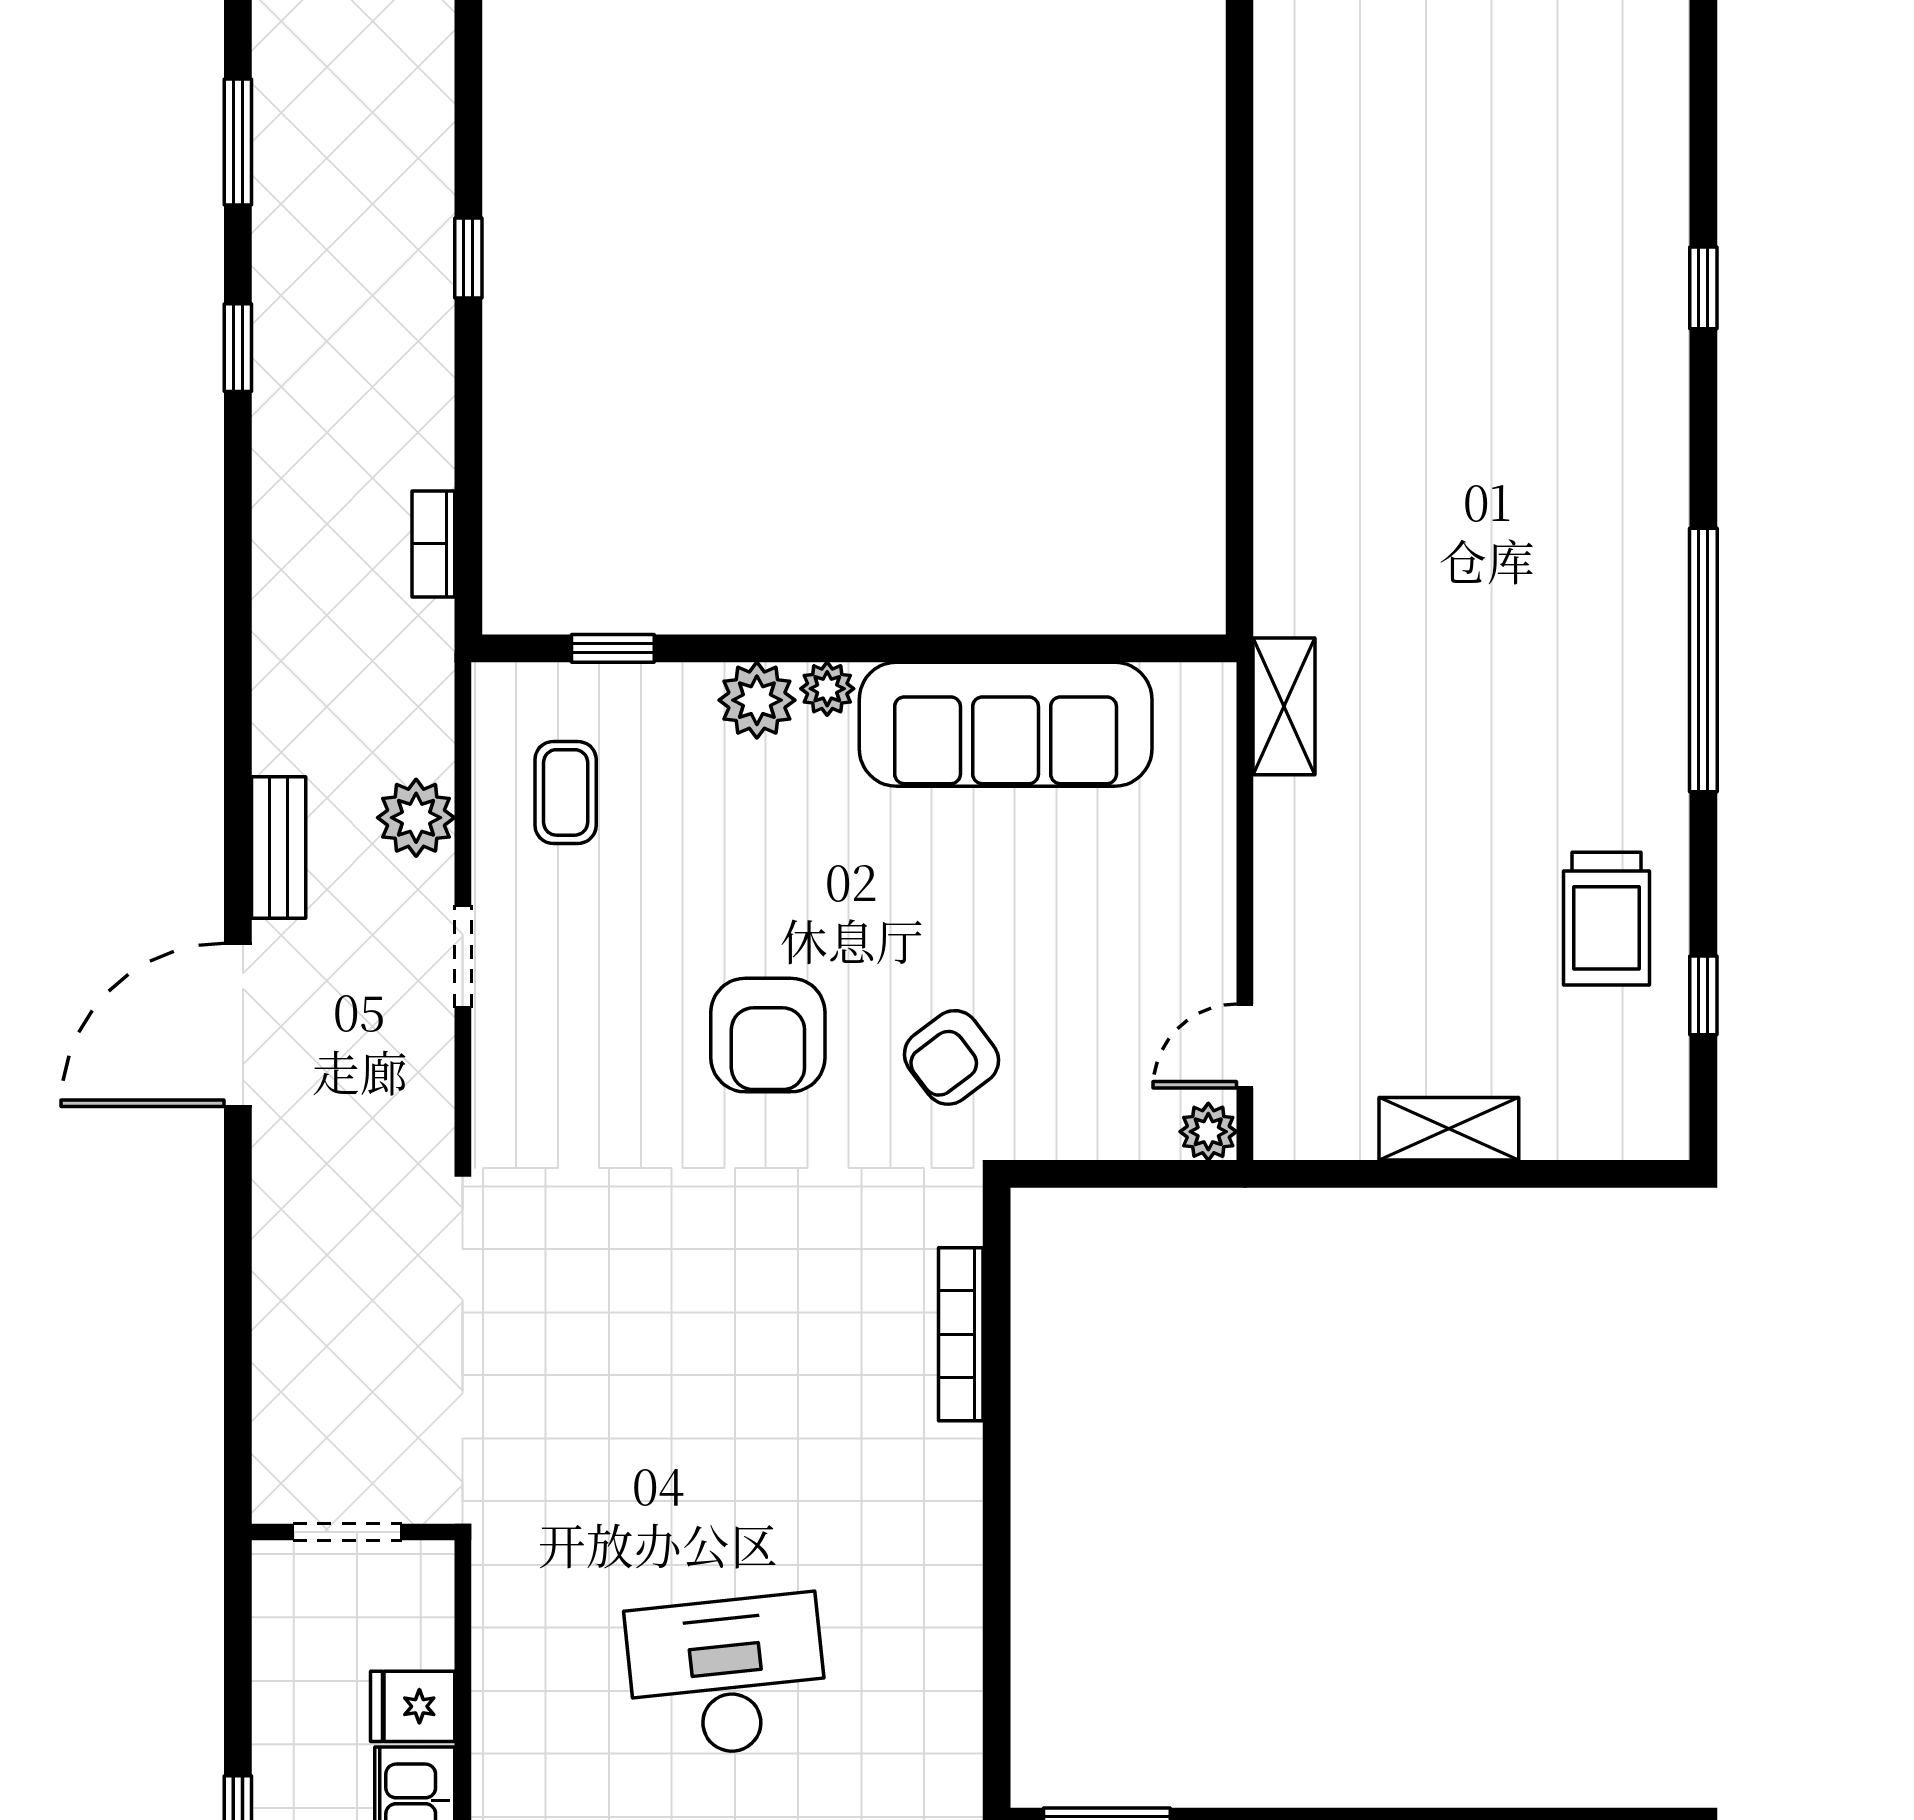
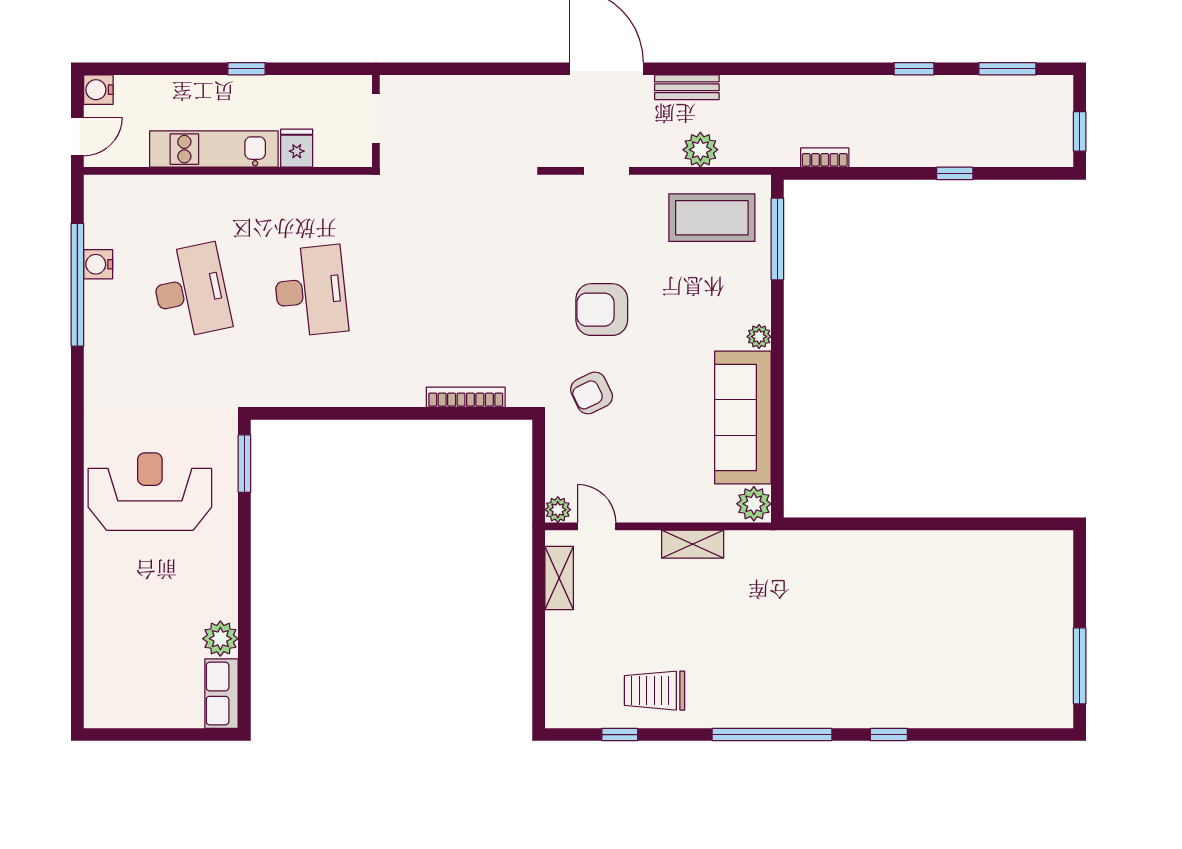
window: (1703, 288) -> (889, 735), moved
window: (613, 648) -> (777, 239), width x2.17
plant: (757, 700) -> (754, 504), moved
shelving: (1284, 706) -> (693, 544), moved
coffee table: (566, 792) -> (712, 218), width x1.86, depth x1.72
doorway: (463, 956) -> (606, 171), moved
armchair: (951, 1057) -> (592, 393), turned -79
shelving: (1449, 1129) -> (559, 578), moved

